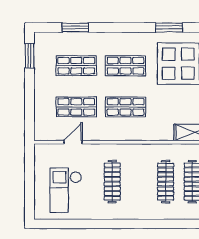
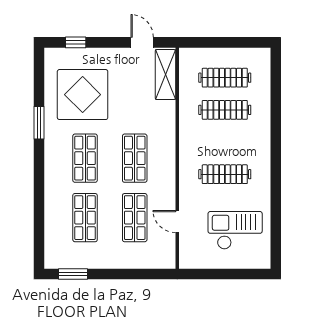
window: (75, 28) -> (39, 219), removed
window: (169, 28) -> (39, 123), moved
checkout: (66, 190) -> (235, 230), turned 180

